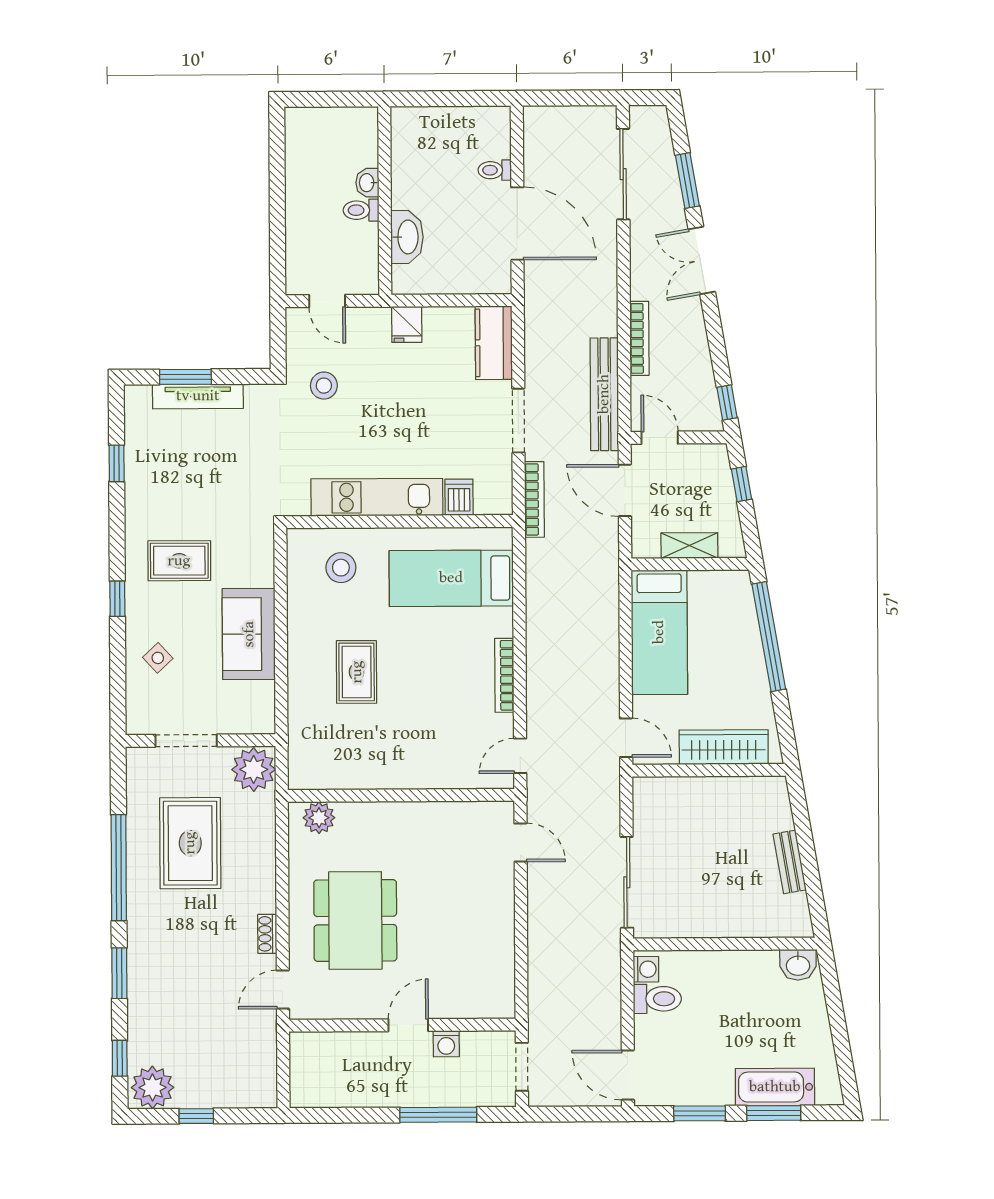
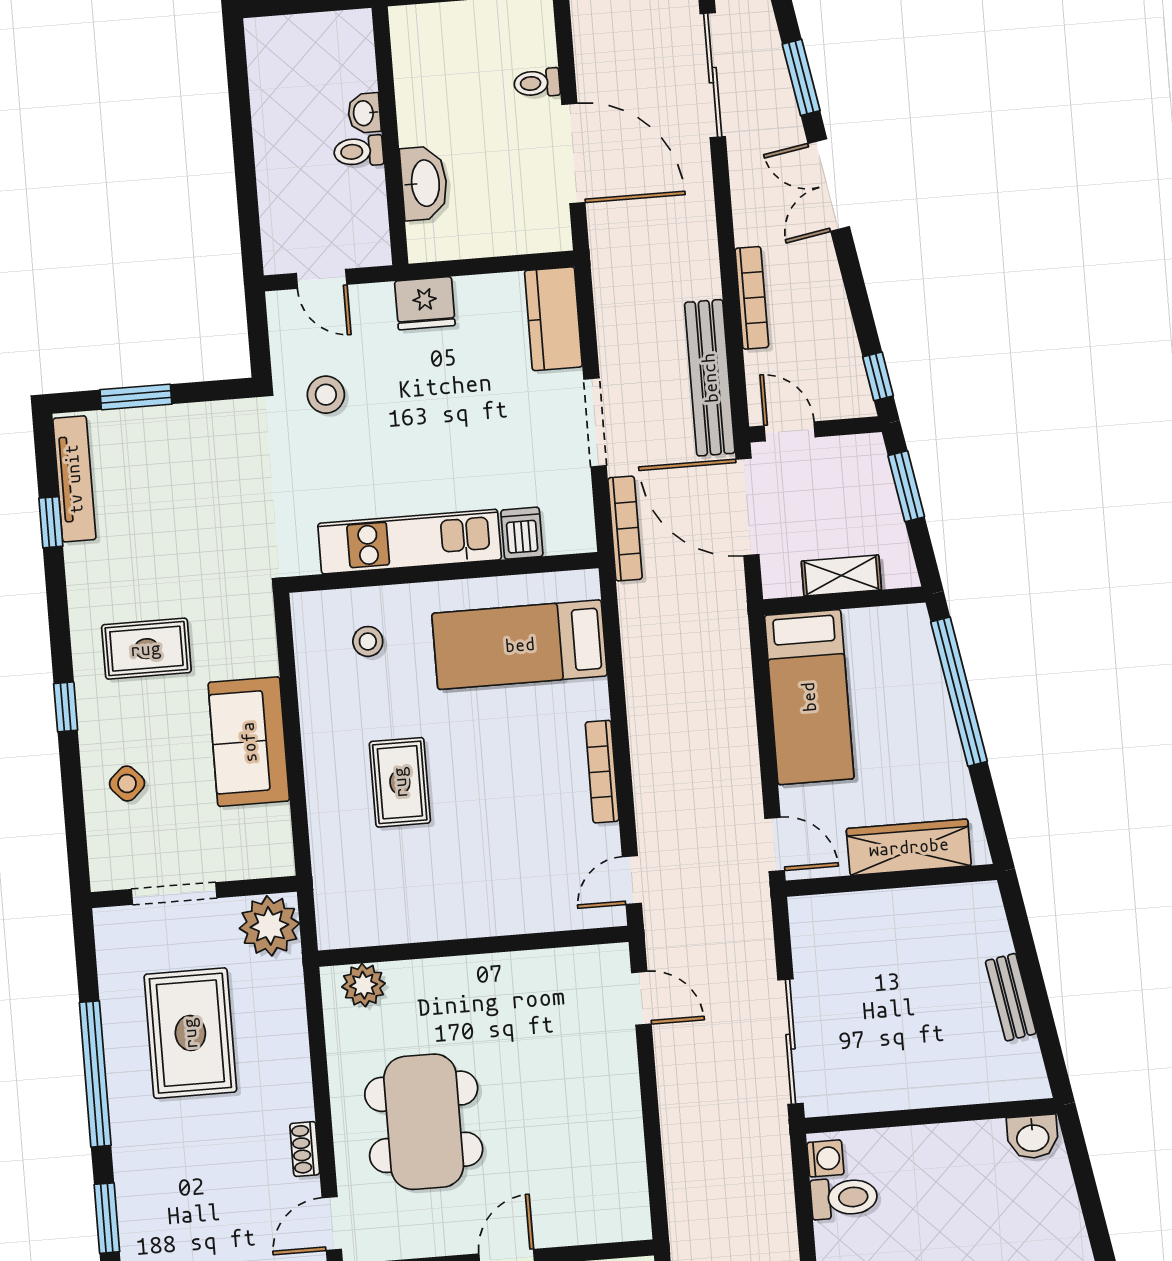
fridge: (407, 324) -> (425, 303), width x1.38
tv unit: (198, 396) -> (74, 479), moved, turned -90
window: (742, 484) -> (906, 486), width x1.50
door: (625, 490) -> (747, 507), width x1.36
stool: (341, 568) -> (368, 641), width x0.73, depth x0.73

